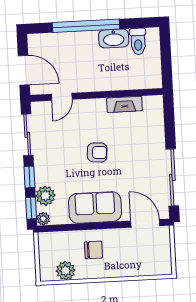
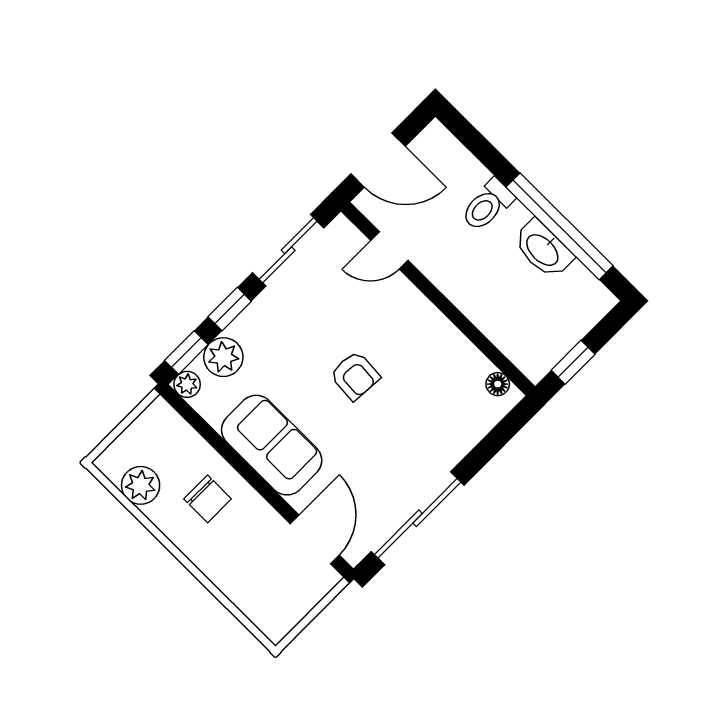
window: (86, 26) -> (560, 226), moved
toilet: (138, 41) -> (487, 205), moved
window: (166, 66) -> (573, 362), added
door: (24, 70) -> (378, 160), hinge flipped
floor lamp: (149, 101) -> (498, 384), added
fireplace: (124, 104) -> (461, 352), removed

